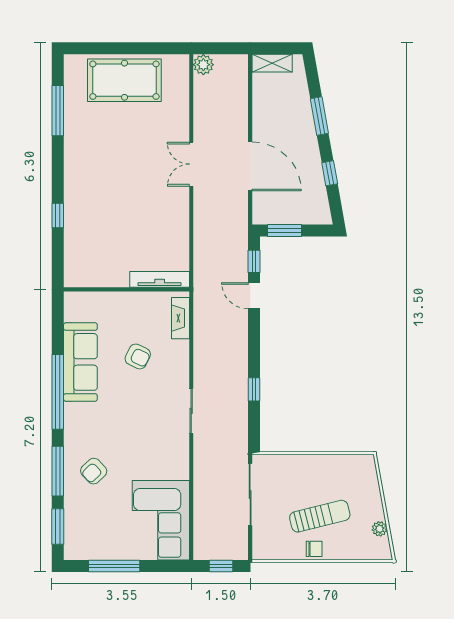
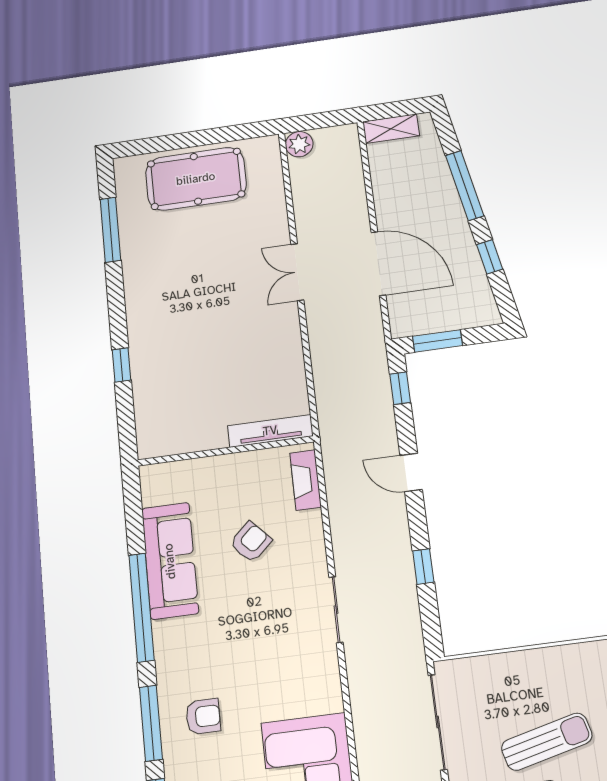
window: (319, 116) -> (465, 185), width x1.44
door: (254, 296) -> (411, 472), moved
armchair: (138, 356) -> (251, 542), turned -69
armchair: (94, 471) -> (203, 716), turned -136

